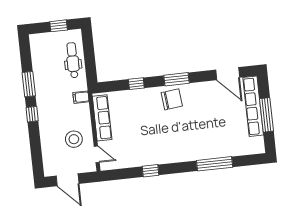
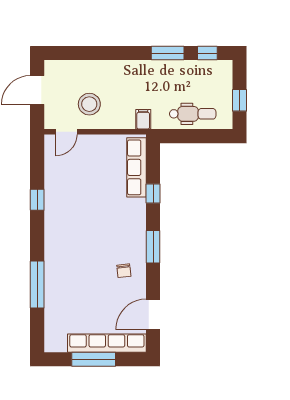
chair: (172, 99) -> (124, 271), moved, width x0.54, depth x0.54
window: (32, 114) -> (207, 53), moved
row of seats: (102, 118) -> (137, 167), moved, turned 90

